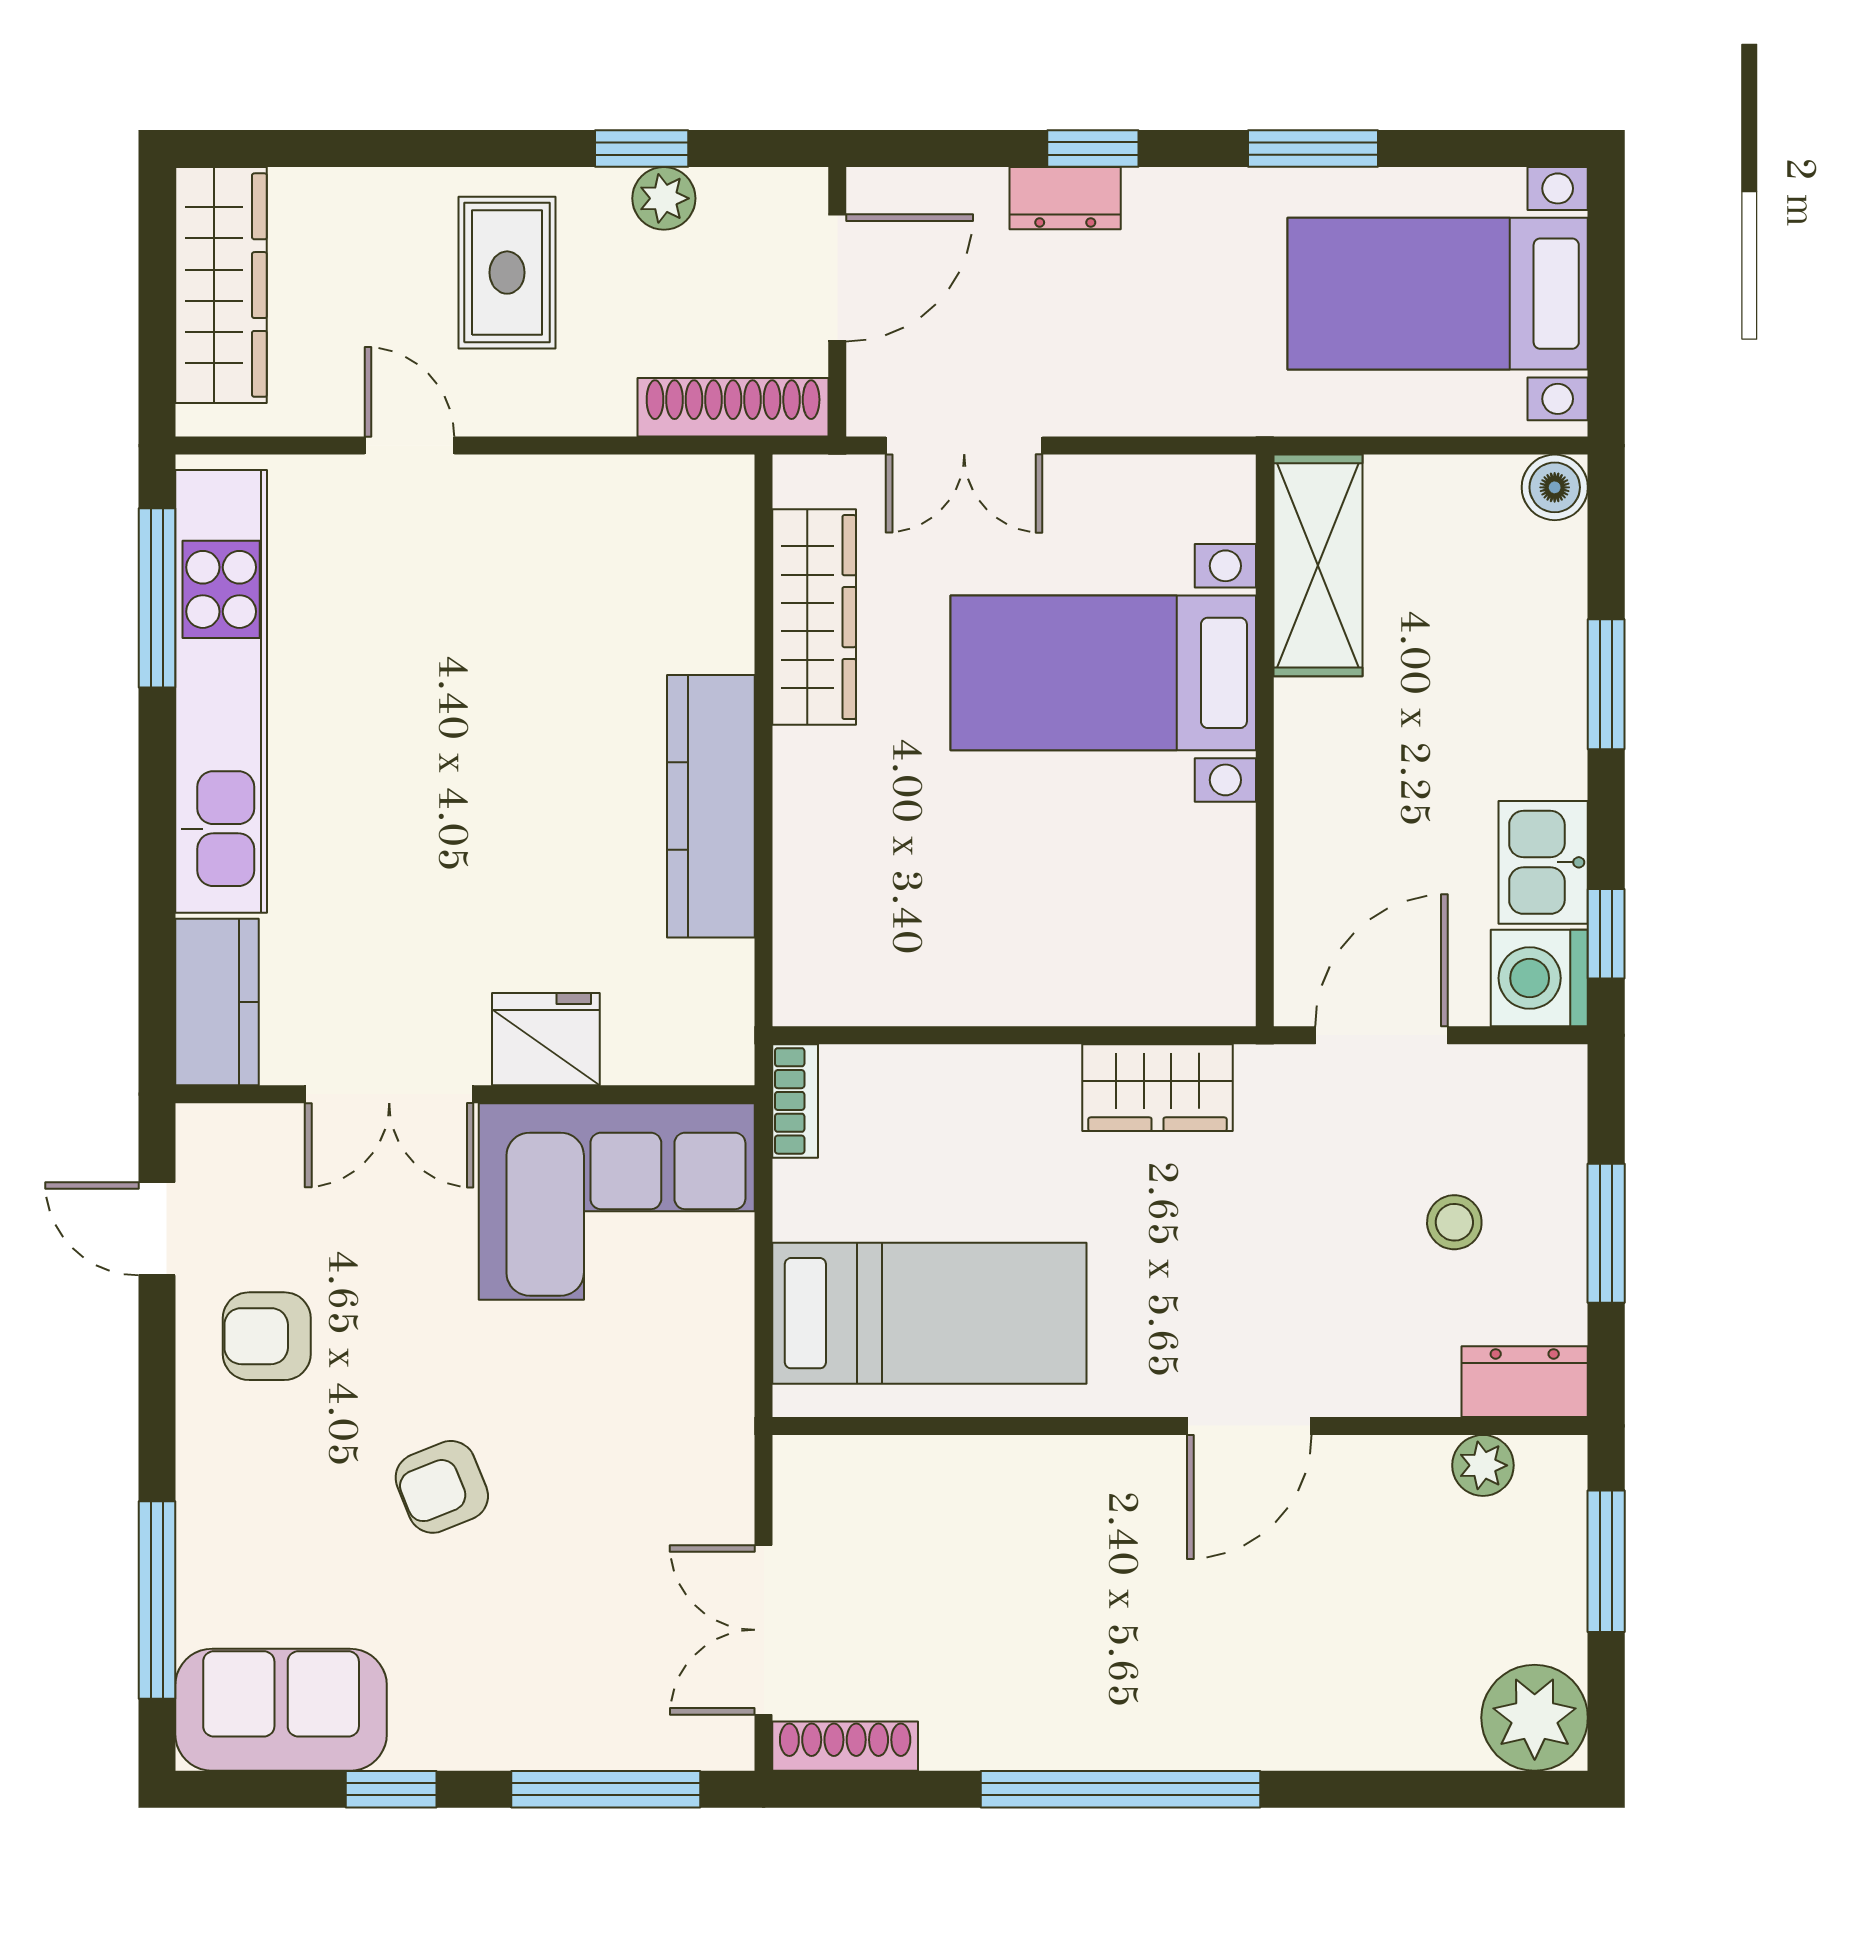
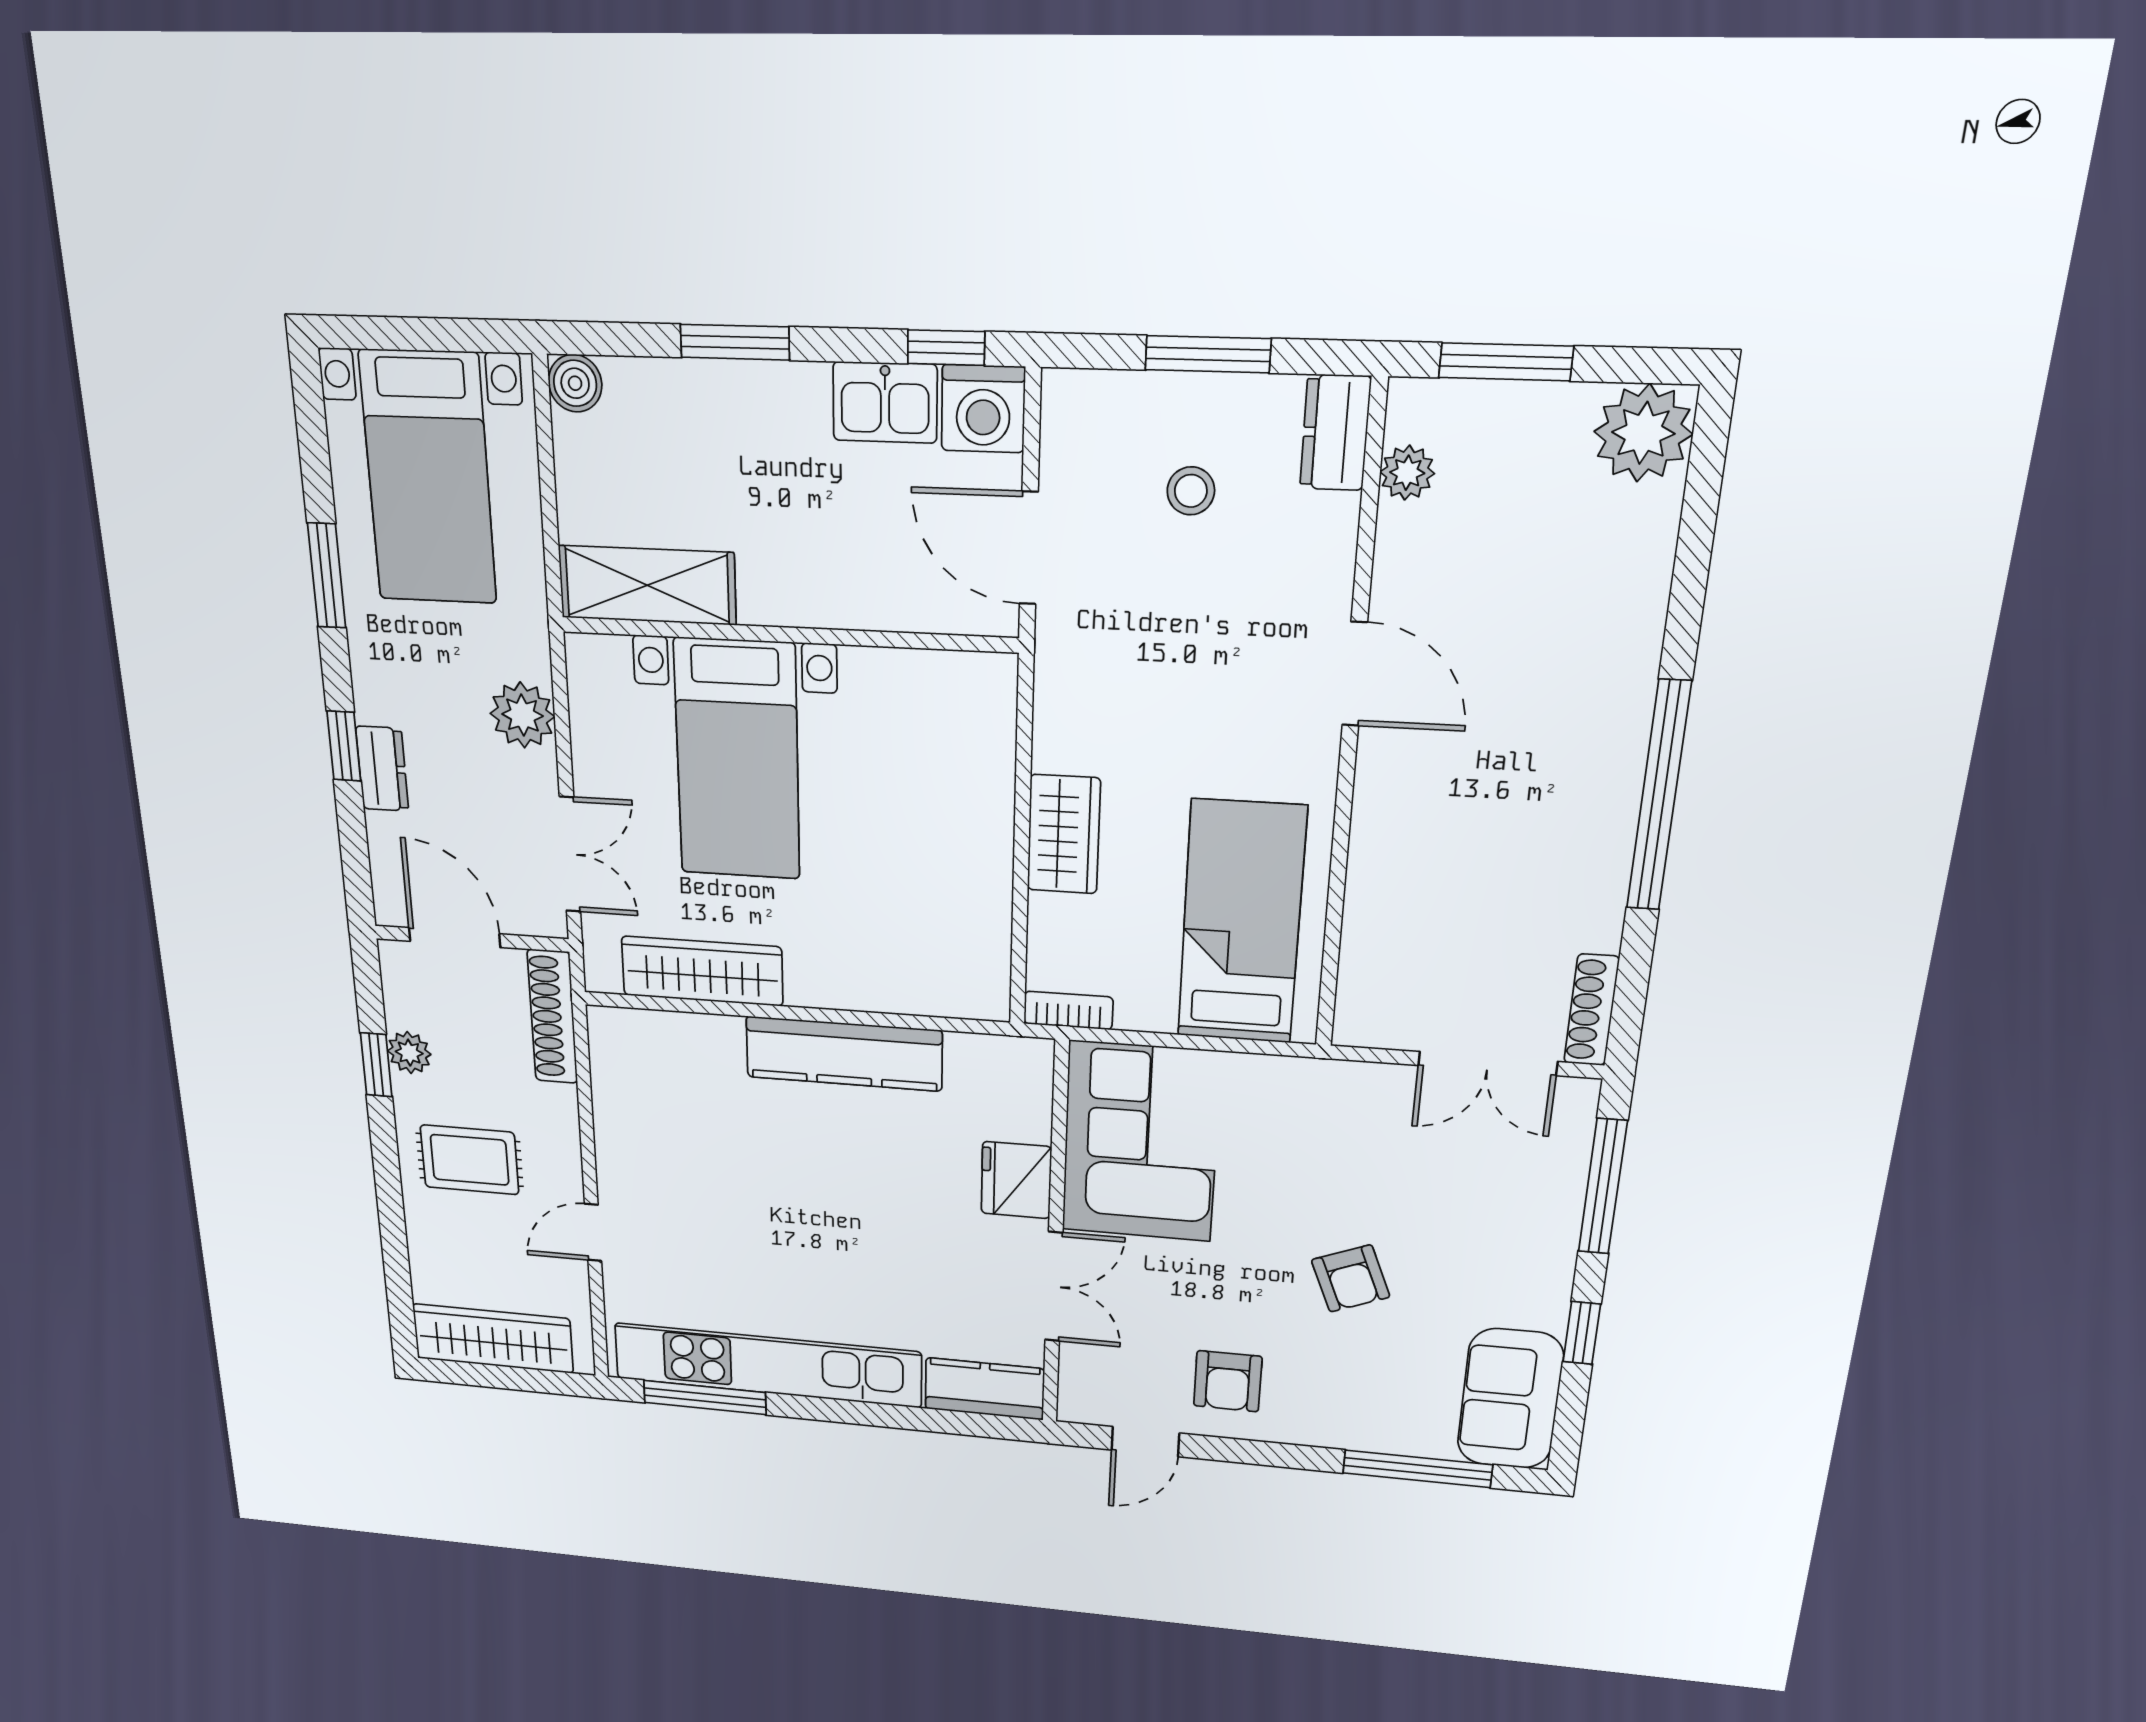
plant: (1146, 394) -> (522, 715), added
wardrobe: (1158, 1088) -> (1064, 834), moved

